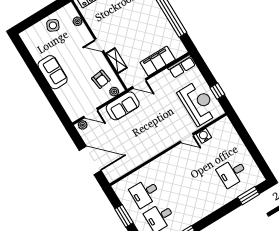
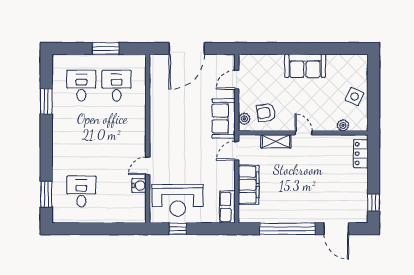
door: (99, 45) -> (304, 133), hinge flipped
plant: (83, 125) -> (229, 64), removed

